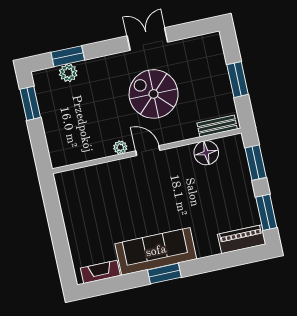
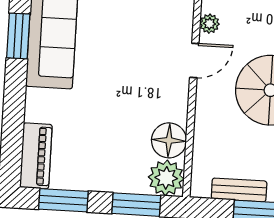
bench: (217, 126) -> (239, 190), moved, turned 90
plant: (232, 148) -> (166, 178), added

